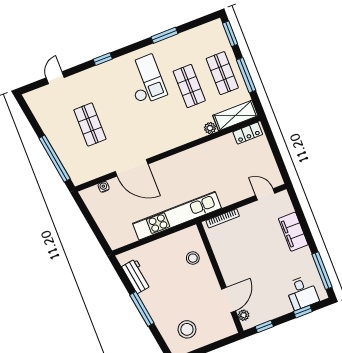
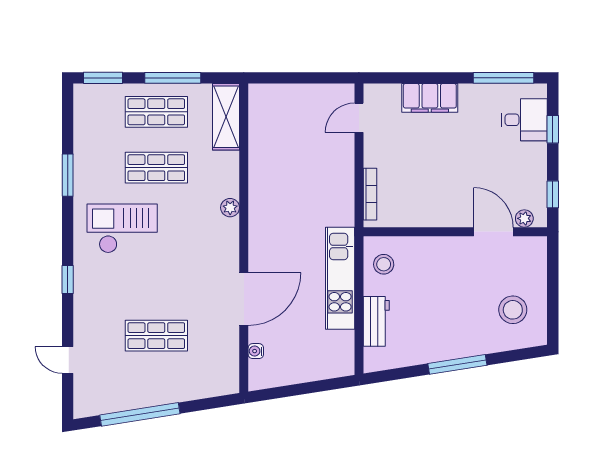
plant: (210, 128) -> (230, 208), moved
locker: (248, 133) -> (259, 109), removed
window: (55, 159) -> (140, 414), moved
kitchen unit: (177, 216) -> (340, 278), width x0.73
stool: (193, 258) -> (384, 264), moved
workbench: (136, 276) -> (376, 321), moved, turned 99

